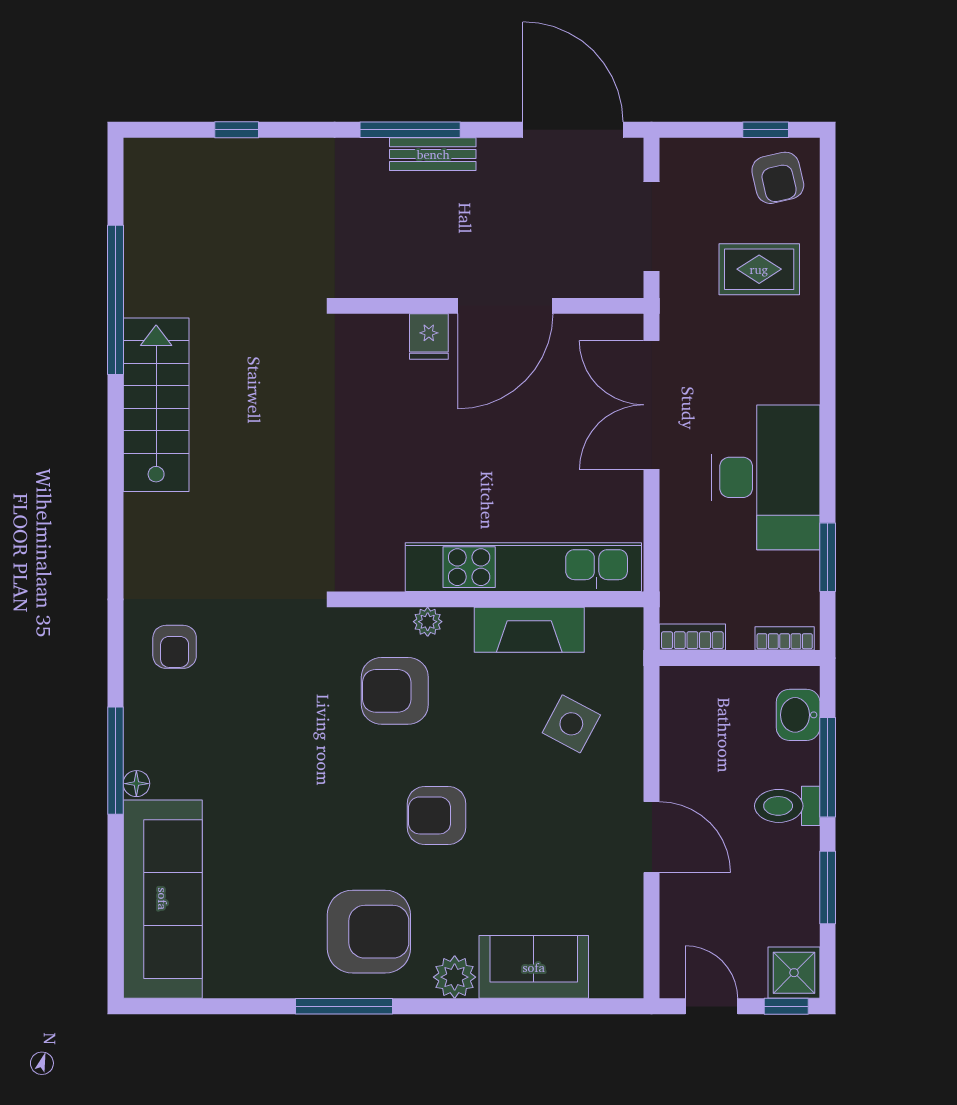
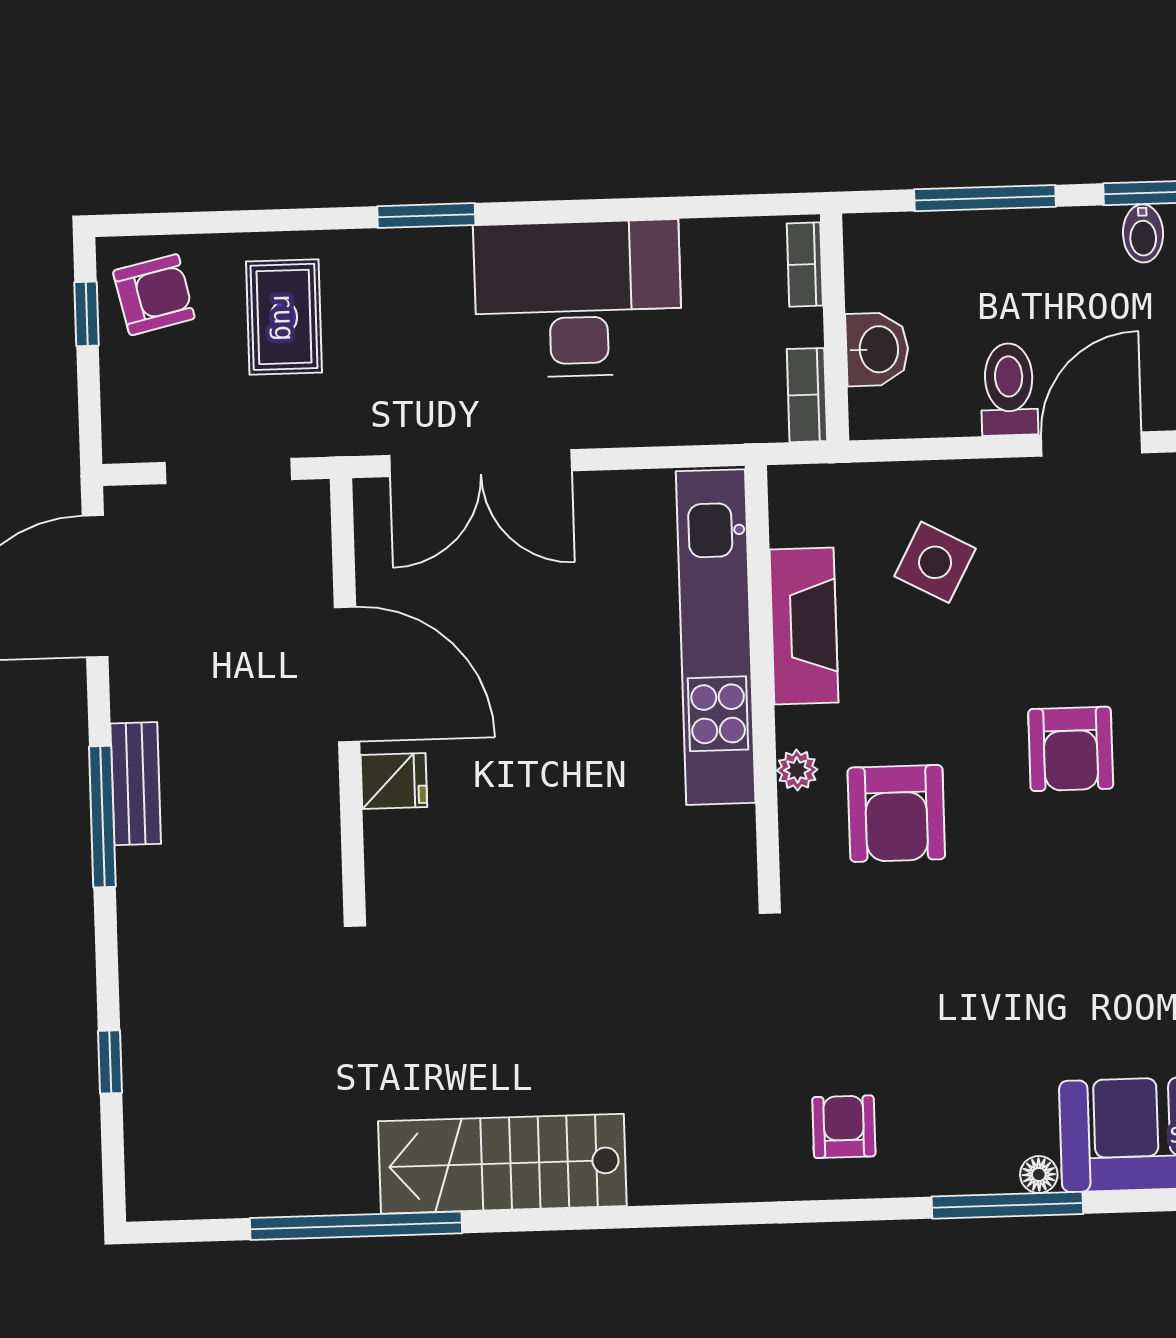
window: (828, 557) -> (426, 216), moved
armchair: (175, 647) -> (844, 1127), turned -90
washbasin: (798, 715) -> (877, 349), moved, turned -90
toilet: (787, 806) -> (1009, 389), moved, turned 180
bidet: (799, 878) -> (1143, 233), added

